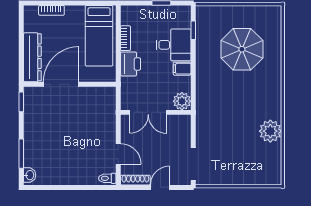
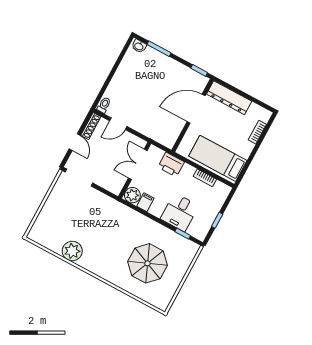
printer: (130, 64) -> (171, 165), moved
filing cabinet: (182, 69) -> (145, 202), moved
door: (61, 84) -> (196, 109), swing flipped

